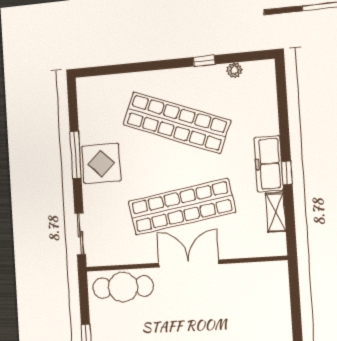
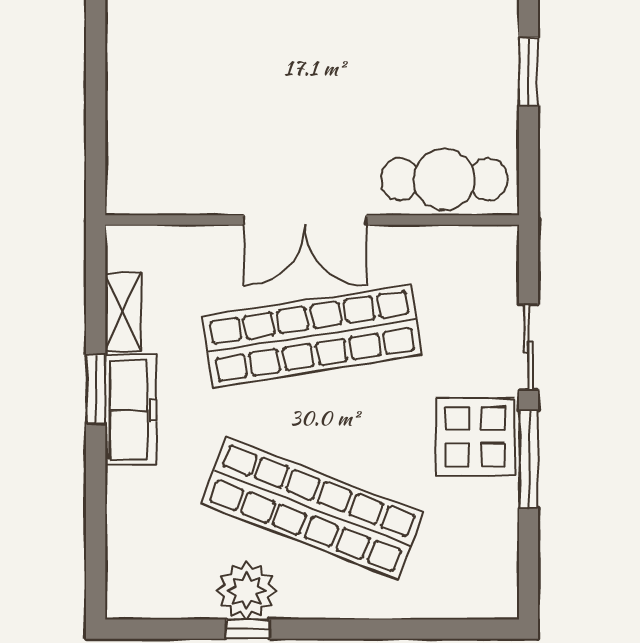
plant: (234, 70) -> (246, 590), moved, width x1.87, depth x1.87
window: (287, 173) -> (96, 389), width x1.50
sliding door: (80, 234) -> (529, 347), moved

